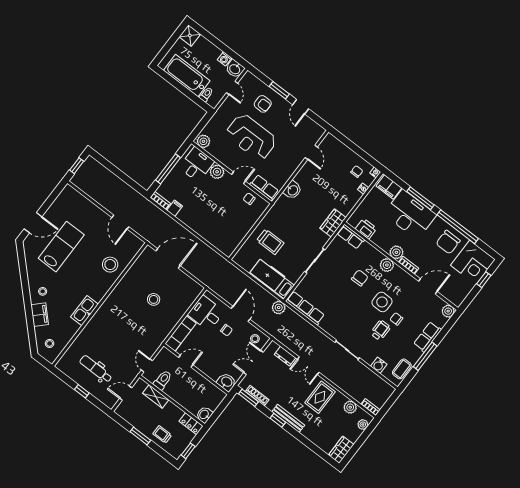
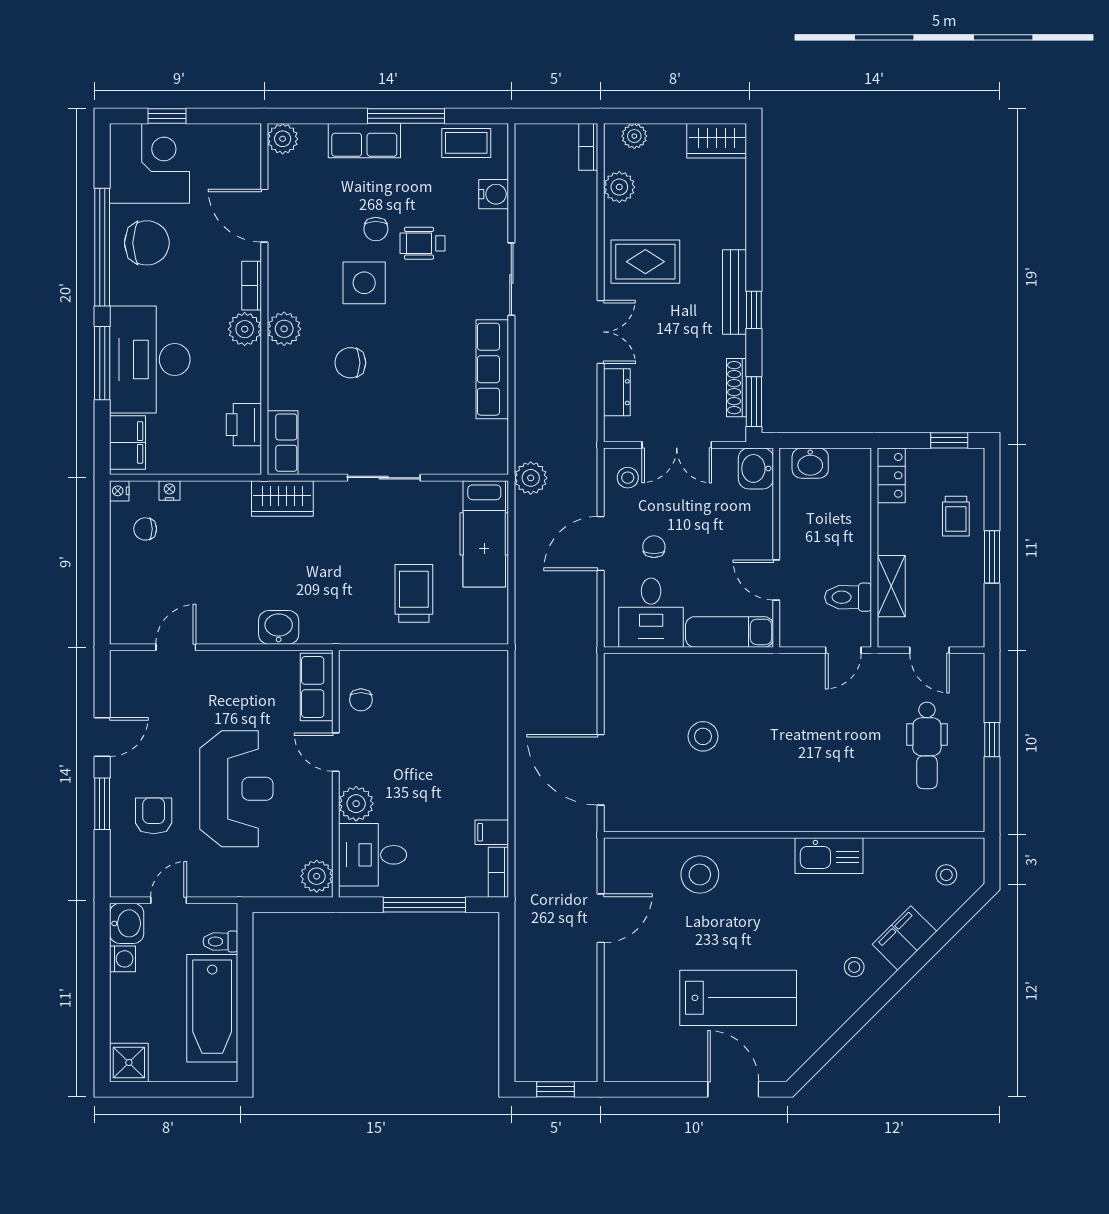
lab bench: (61, 247) -> (738, 998), turned 180
row of seats: (305, 308) -> (492, 369), moved
washbasin: (204, 415) -> (810, 463), moved

